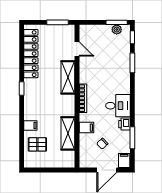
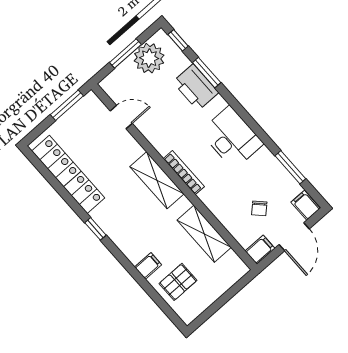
window: (117, 22) -> (125, 53), moved
plant: (117, 30) -> (149, 58), width x1.87, depth x1.87
shelving: (68, 77) -> (157, 180), moved
desk: (118, 106) -> (232, 138), width x1.37
printer: (124, 124) -> (196, 87), moved, width x1.87, depth x1.48
filing cabinet: (86, 128) -> (260, 250), moved

